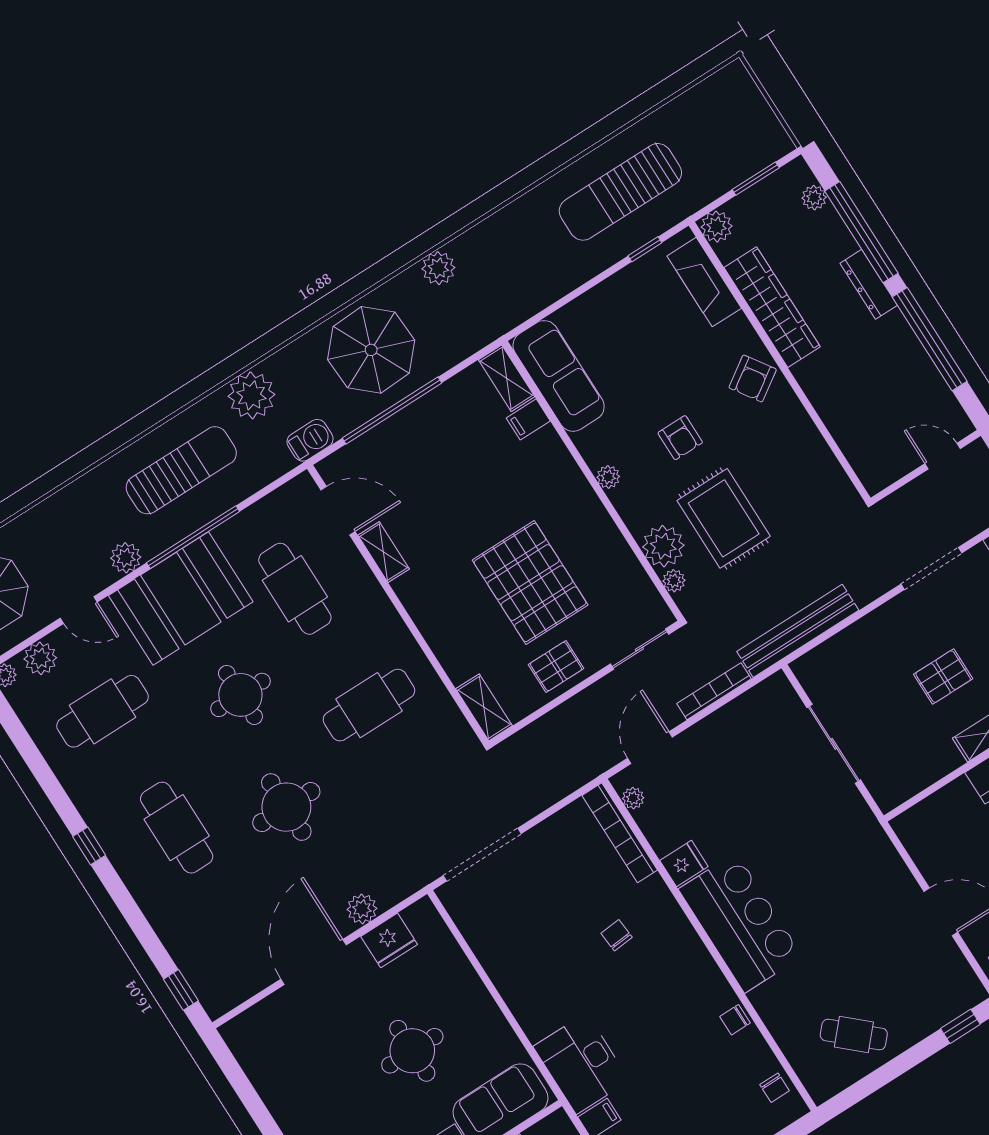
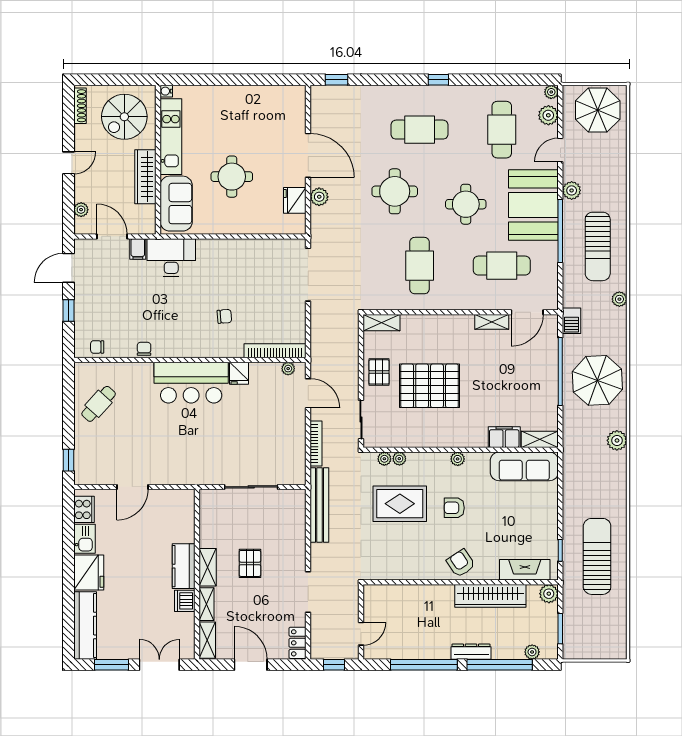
plant: (252, 395) -> (619, 299), width x0.53, depth x0.53
filing cabinet: (528, 419) -> (504, 437), width x2.00
plant: (663, 546) -> (399, 459), width x0.53, depth x0.53

